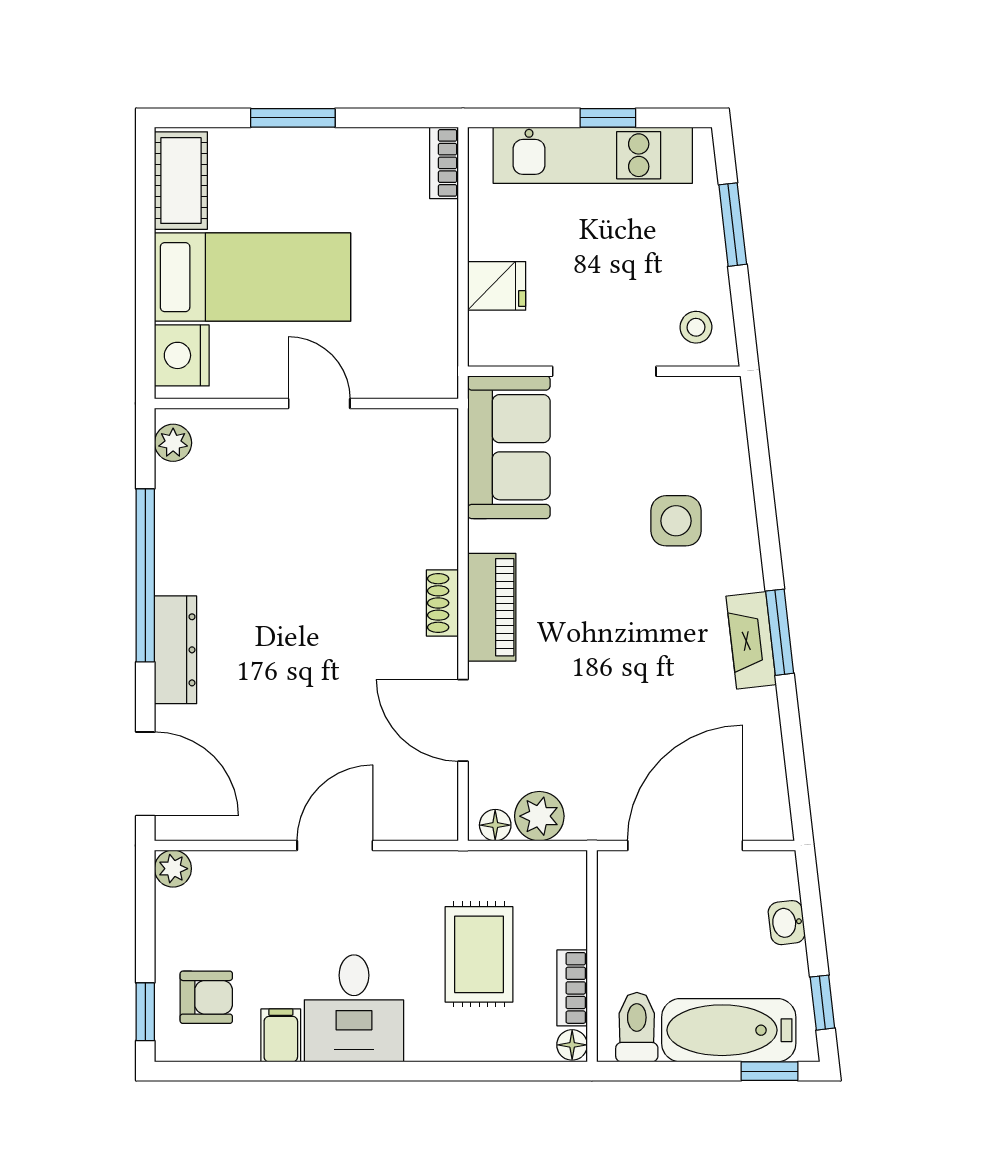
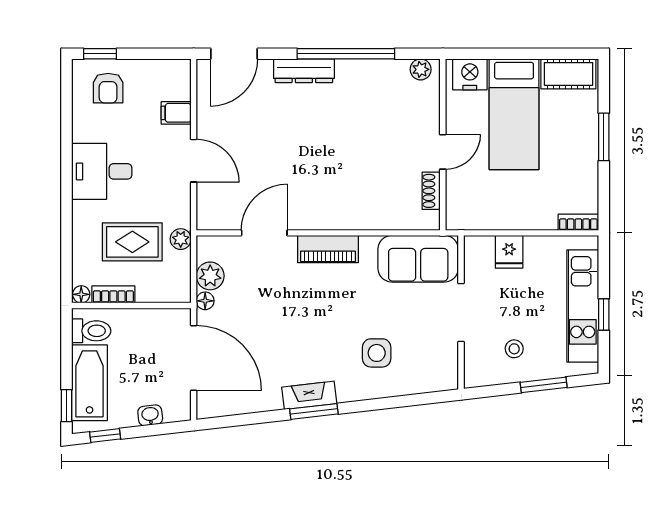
stool: (696, 327) -> (514, 349), moved
shoe rack: (442, 603) -> (431, 191), moved, turned -90
floor lamp: (495, 825) -> (205, 301), moved
plant: (173, 869) -> (181, 239), moved
filing cabinet: (281, 1035) -> (176, 113), moved, turned 180

